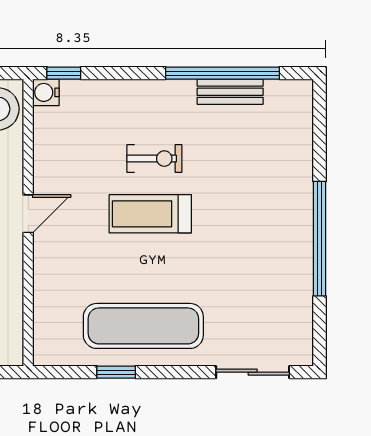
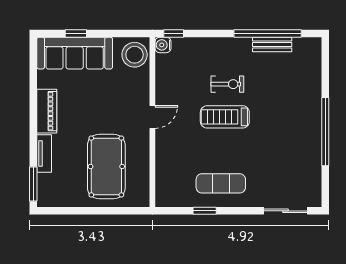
exercise mat: (143, 326) -> (221, 183), width x0.73, depth x0.69

